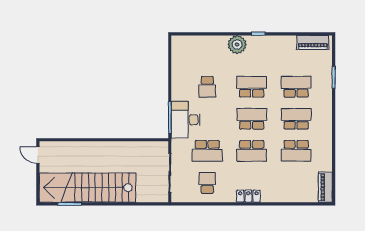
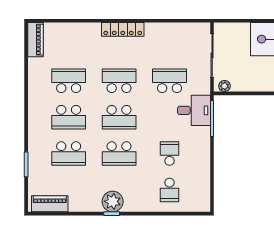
plant: (237, 44) -> (113, 201), moved
desk: (186, 120) -> (194, 110), width x0.73
plant: (159, 146) -> (224, 86), added
school desk: (207, 183) -> (169, 190), moved
locker: (248, 196) -> (123, 29), width x1.53

